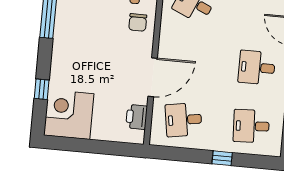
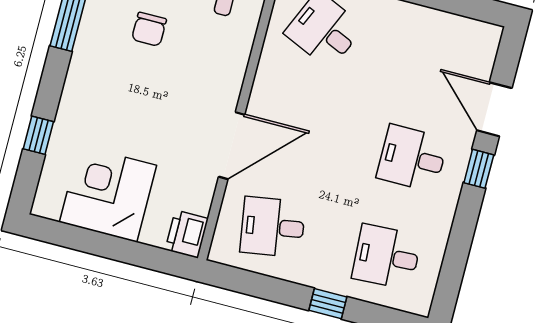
chair: (138, 22) -> (149, 29), moved
corner desk: (69, 114) -> (108, 194), moved
printer: (137, 117) -> (187, 234), moved

